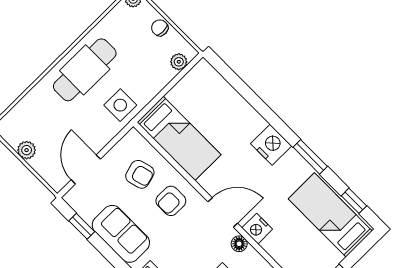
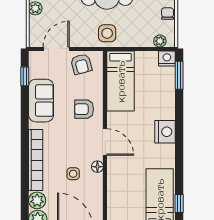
window: (310, 157) -> (179, 75), moved
armchair: (140, 174) -> (81, 64), moved
nightstand: (257, 229) -> (167, 59), moved, turned 90

